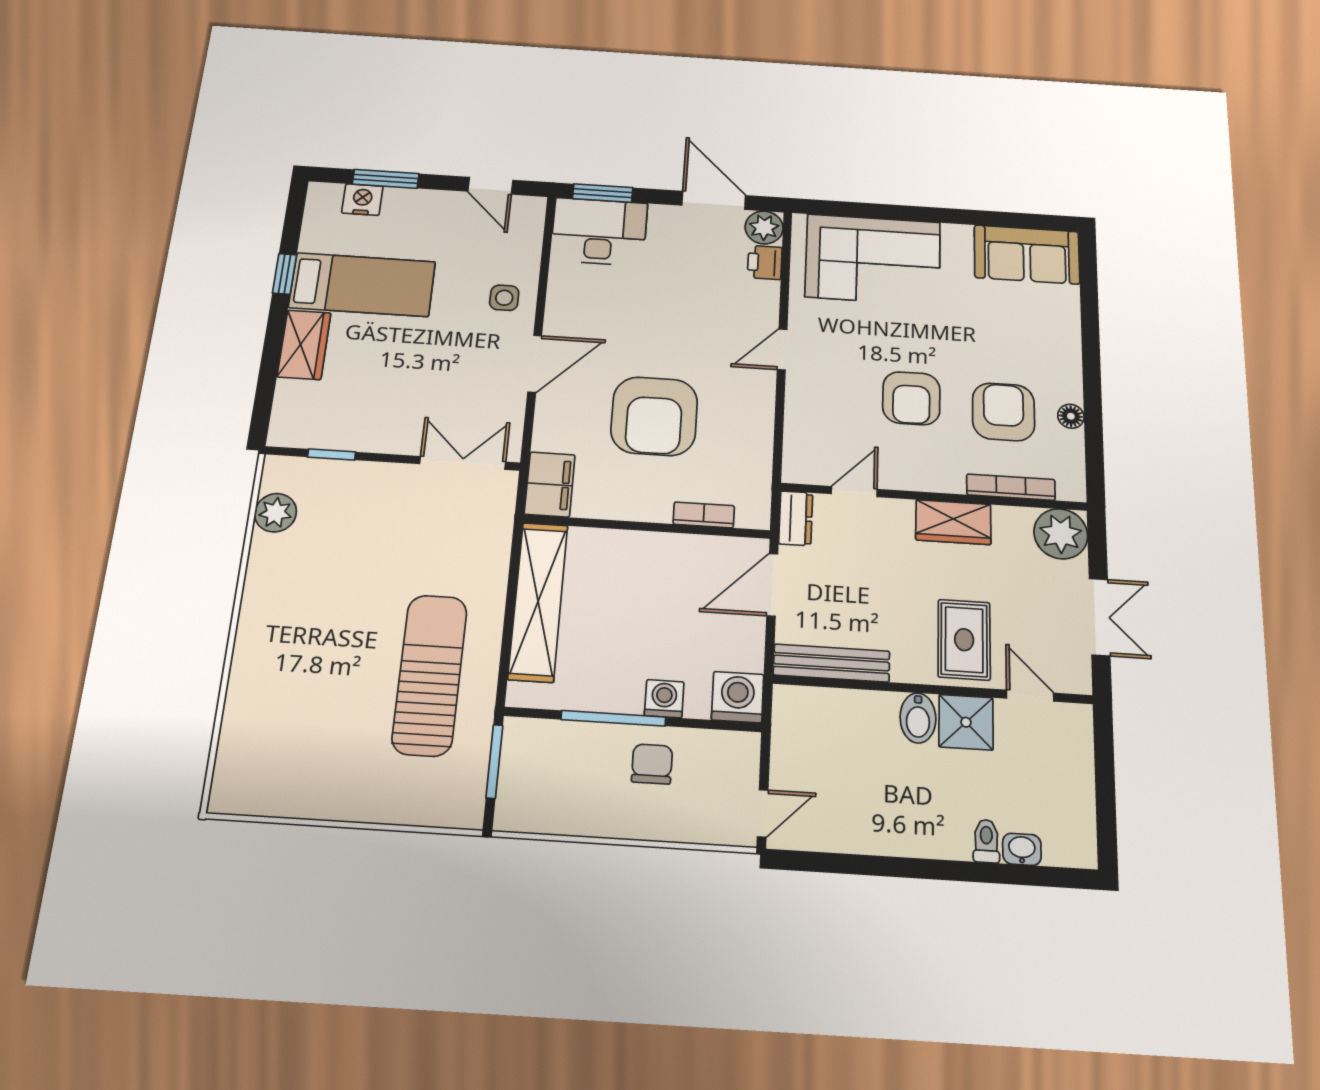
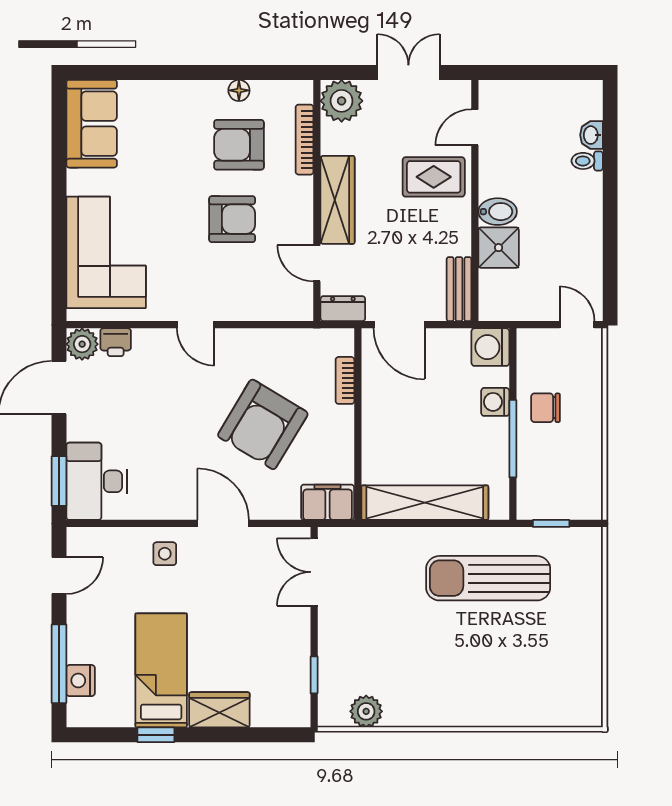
window: (386, 179) -> (59, 664), width x1.44
armchair: (654, 416) -> (263, 424), turned 121
wardrobe: (953, 522) -> (338, 200), width x1.50
bench: (832, 663) -> (459, 289), width x0.73
shower: (966, 722) -> (499, 248), moved
window: (494, 761) -> (551, 523), width x0.67

